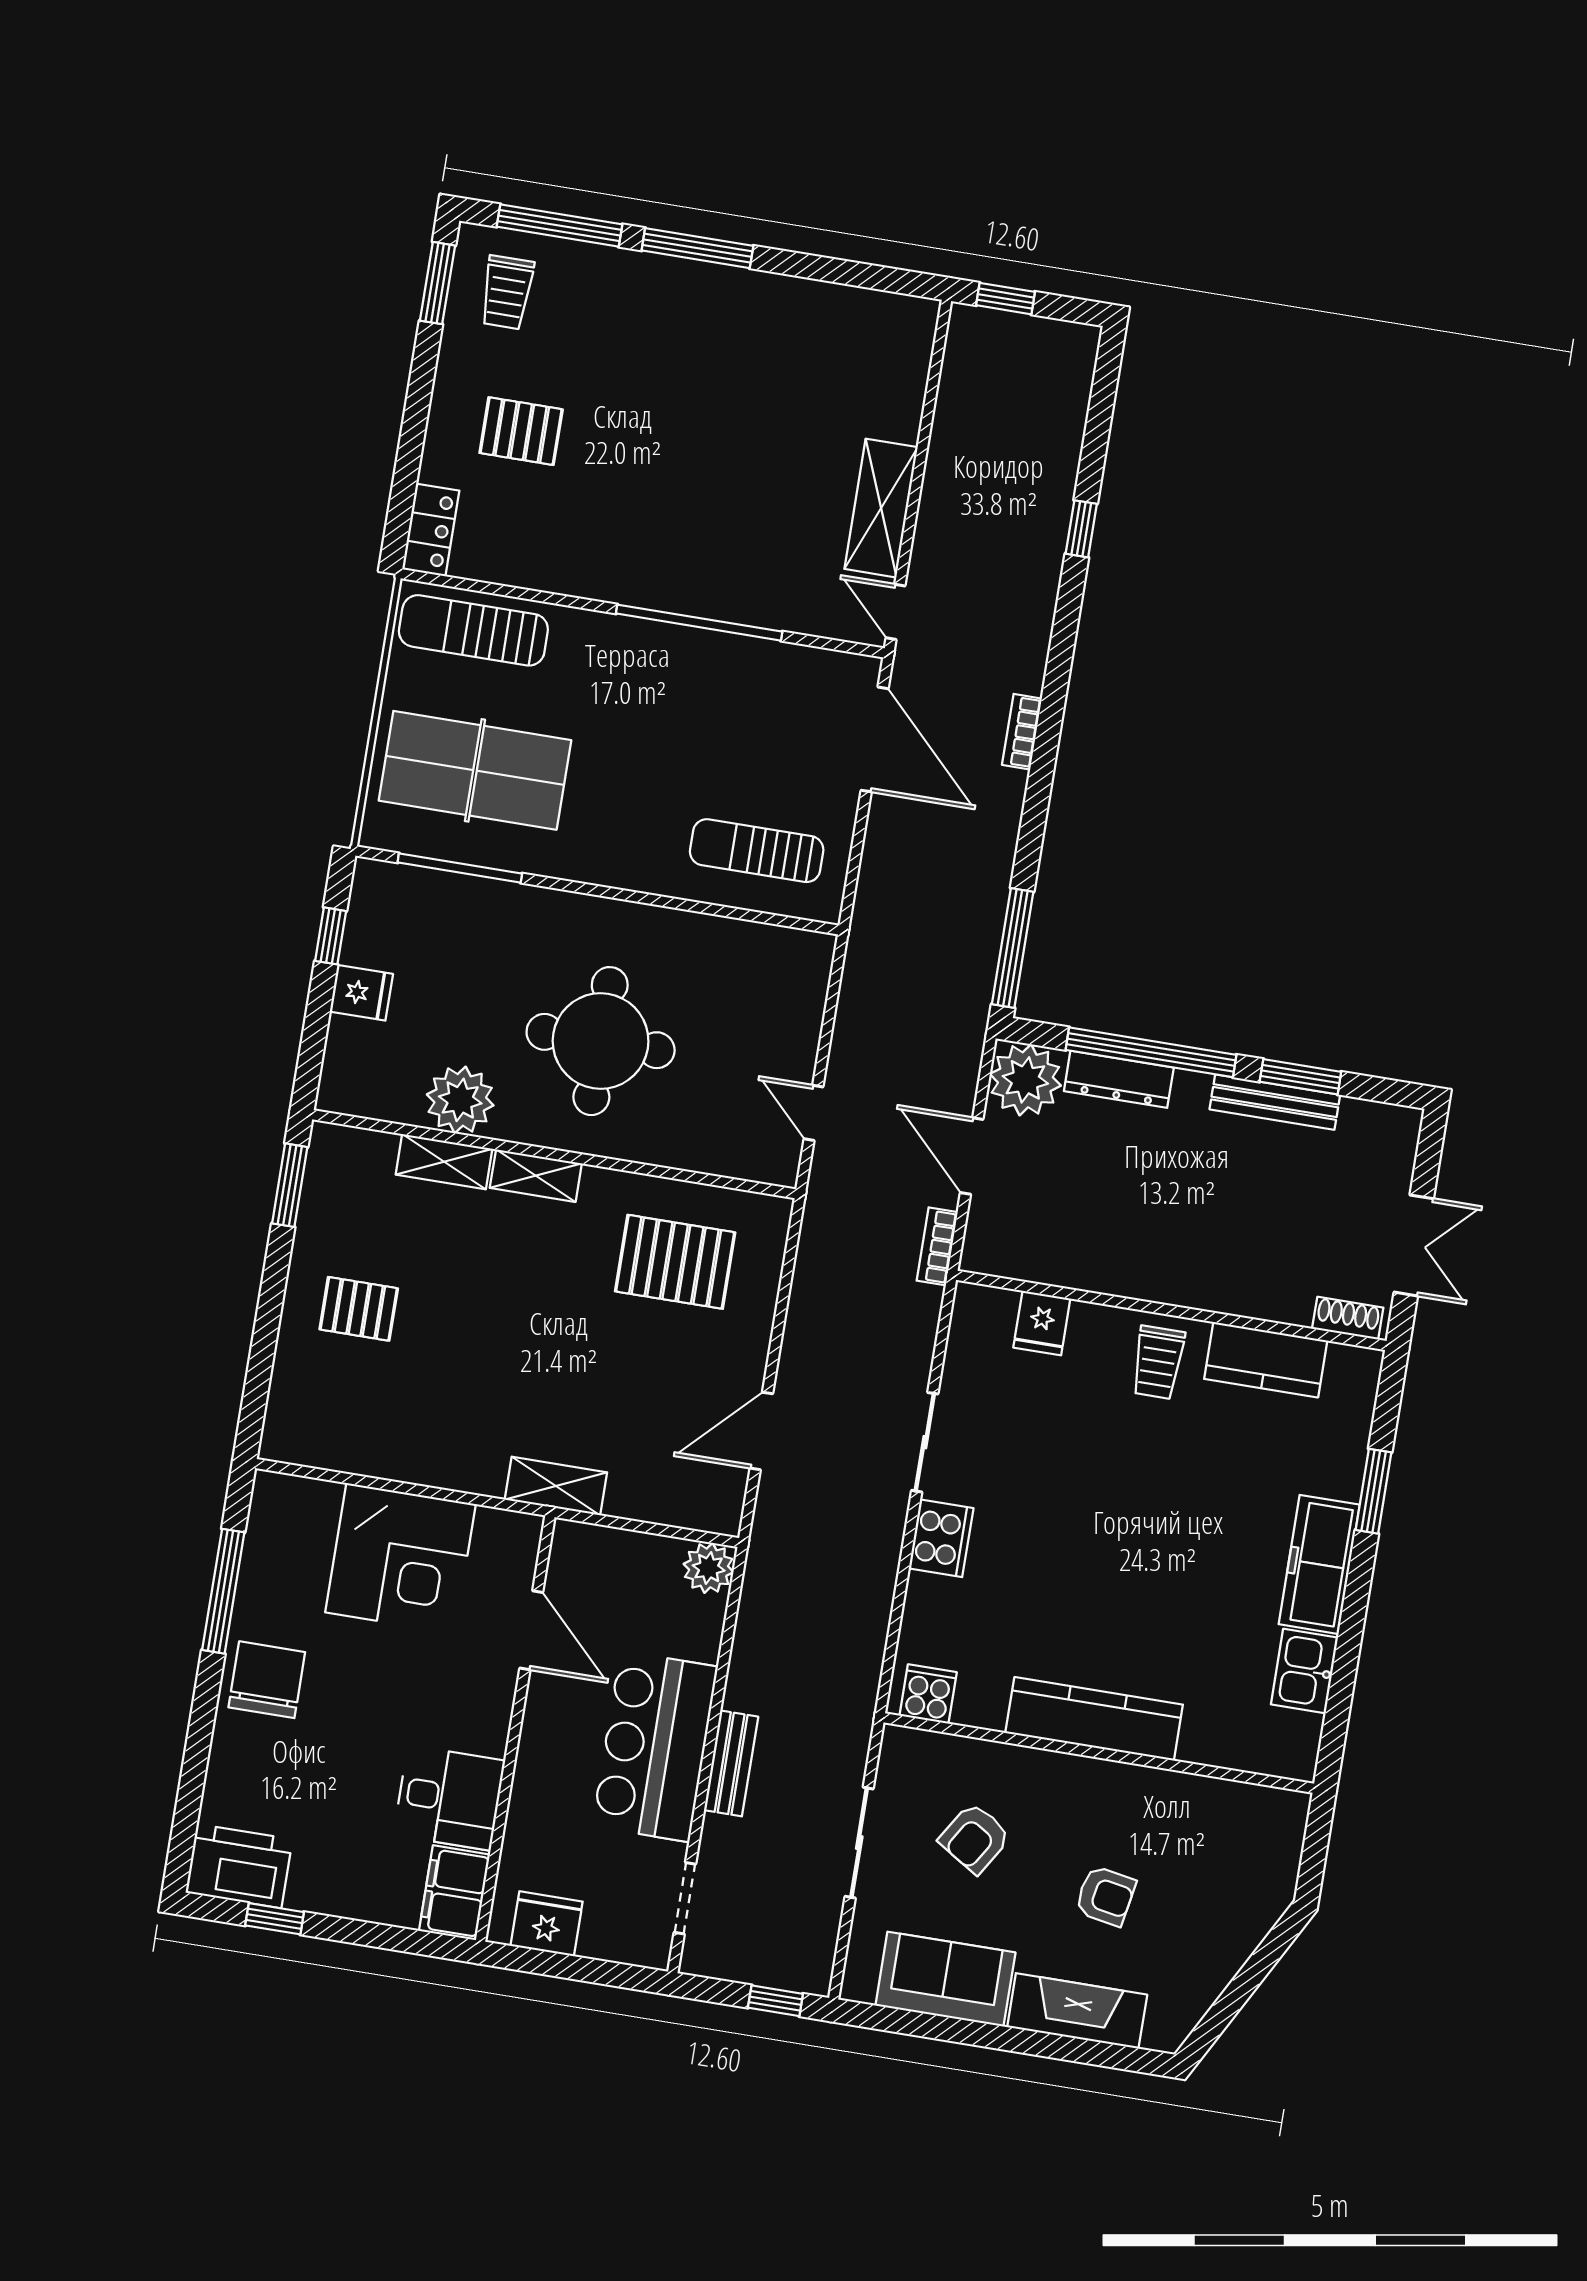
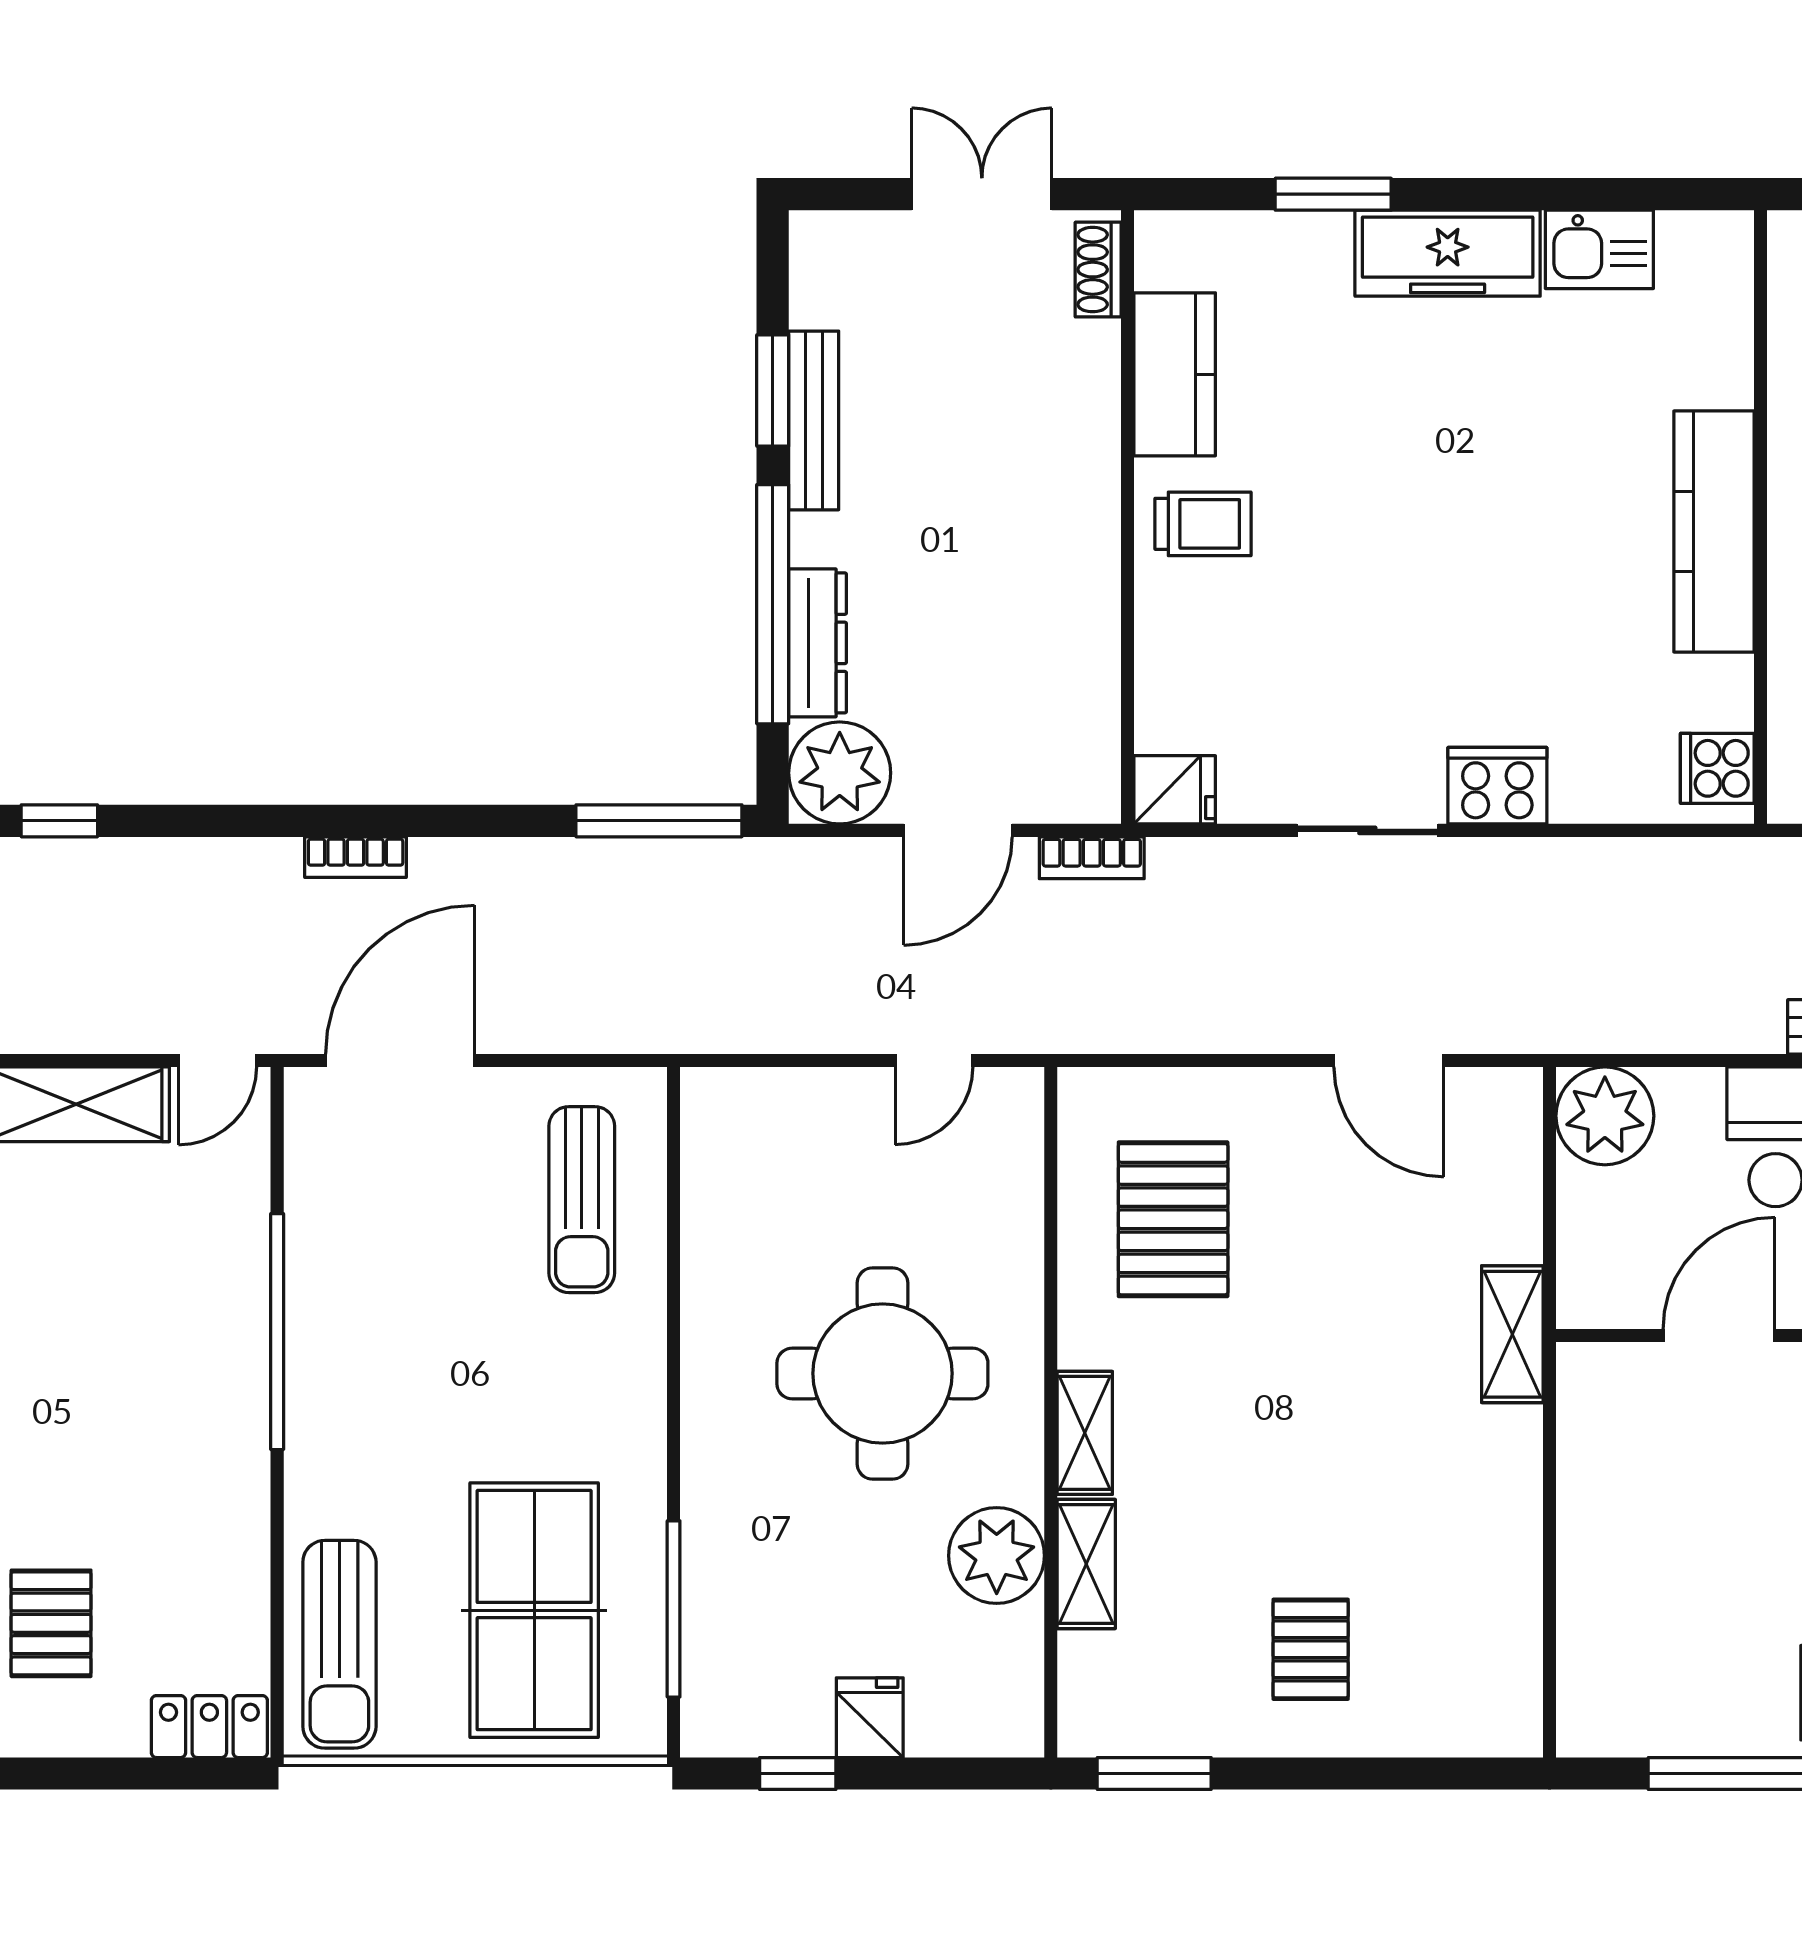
fridge: (1042, 1323) -> (1175, 790), moved
corner desk: (400, 1558) -> (1649, 1534), removed
plant: (709, 1568) -> (1605, 1116), width x1.36, depth x1.36

